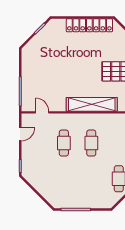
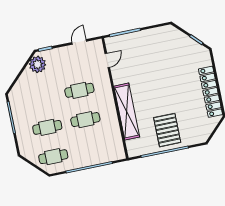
door: (20, 134) -> (79, 42), swing flipped
plant: (33, 176) -> (38, 64), added
cafe table: (91, 179) -> (47, 127), added

